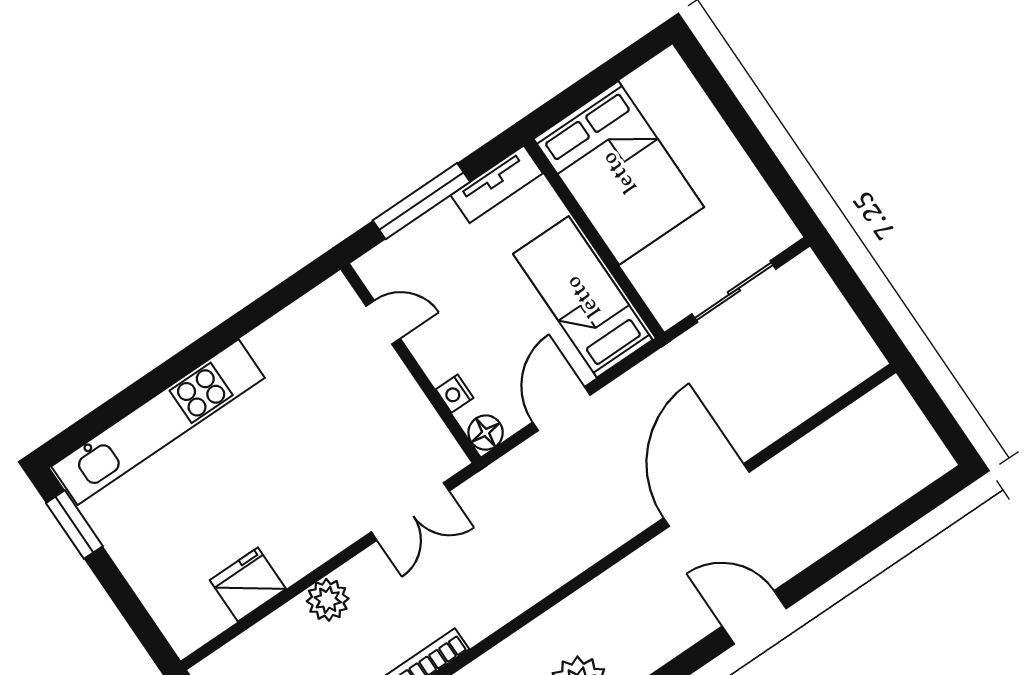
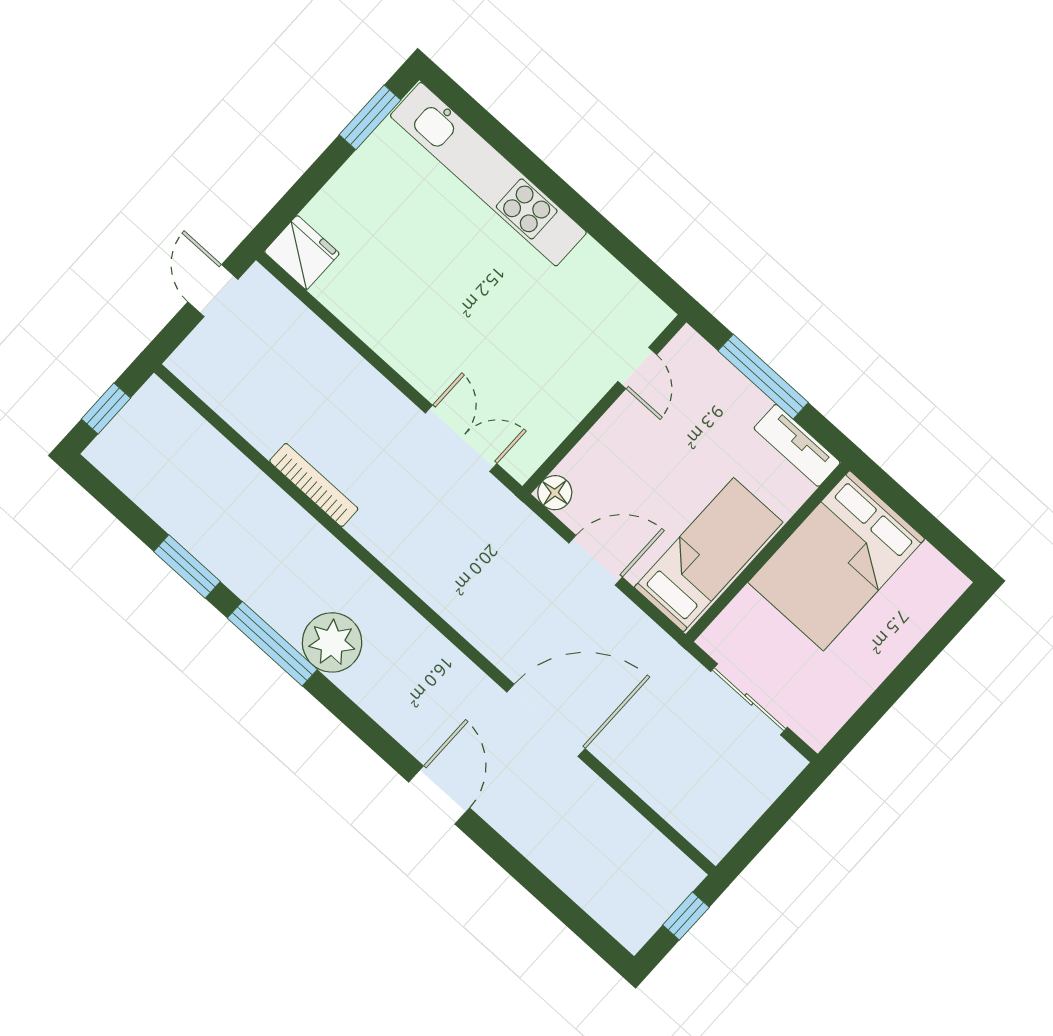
nightstand: (455, 394) -> (585, 454), removed
window: (931, 404) -> (686, 916), added
double door: (410, 511) -> (461, 438), swing flipped
fridge: (248, 584) -> (302, 253), moved
plant: (328, 600) -> (357, 379), removed

